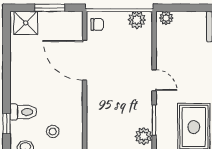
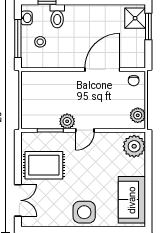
window: (50, 8) -> (148, 27), moved
plant: (166, 18) -> (134, 146), width x1.88, depth x1.88
plant: (144, 136) -> (67, 121), moved

